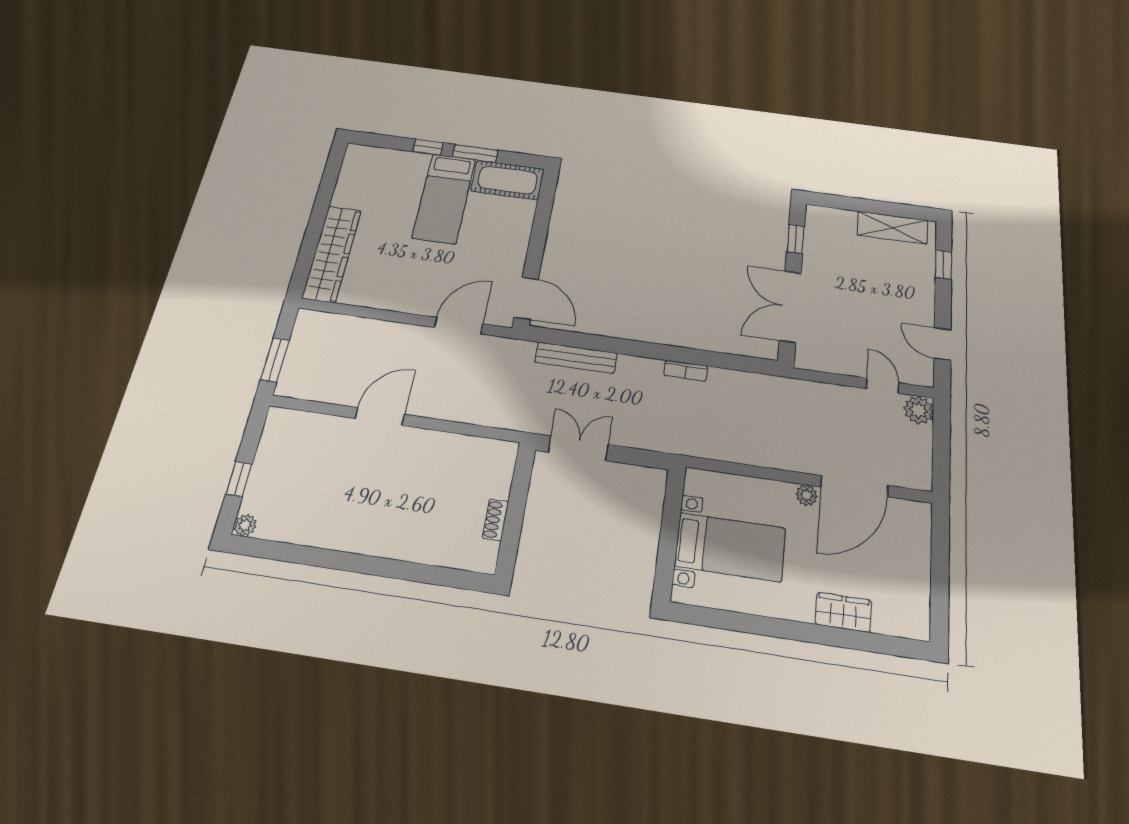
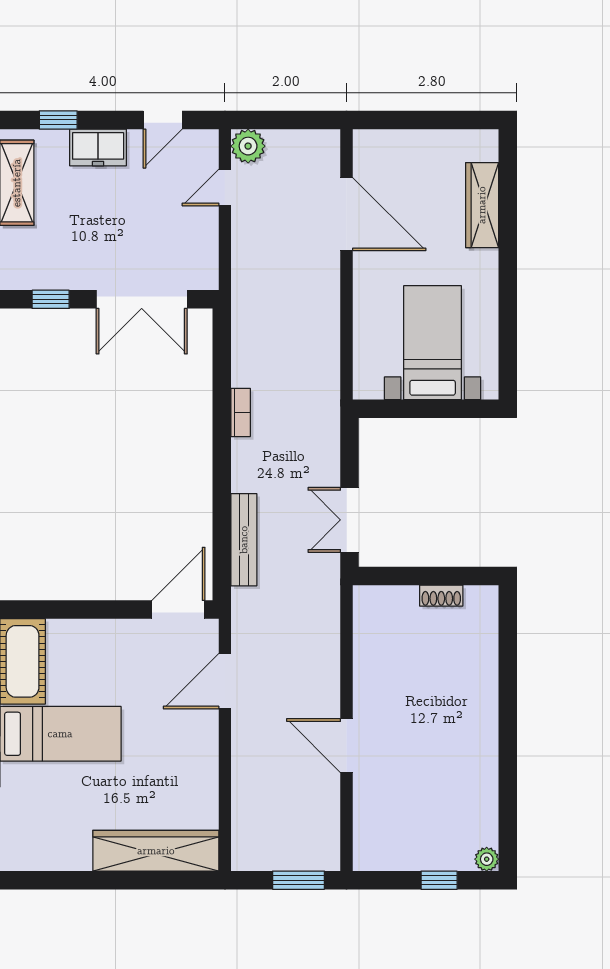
freezer: (920, 291) -> (98, 147), added
door: (459, 326) -> (225, 681), hinge flipped
plant: (807, 495) -> (364, 265), removed
wardrobe: (843, 612) -> (482, 205), width x1.50

